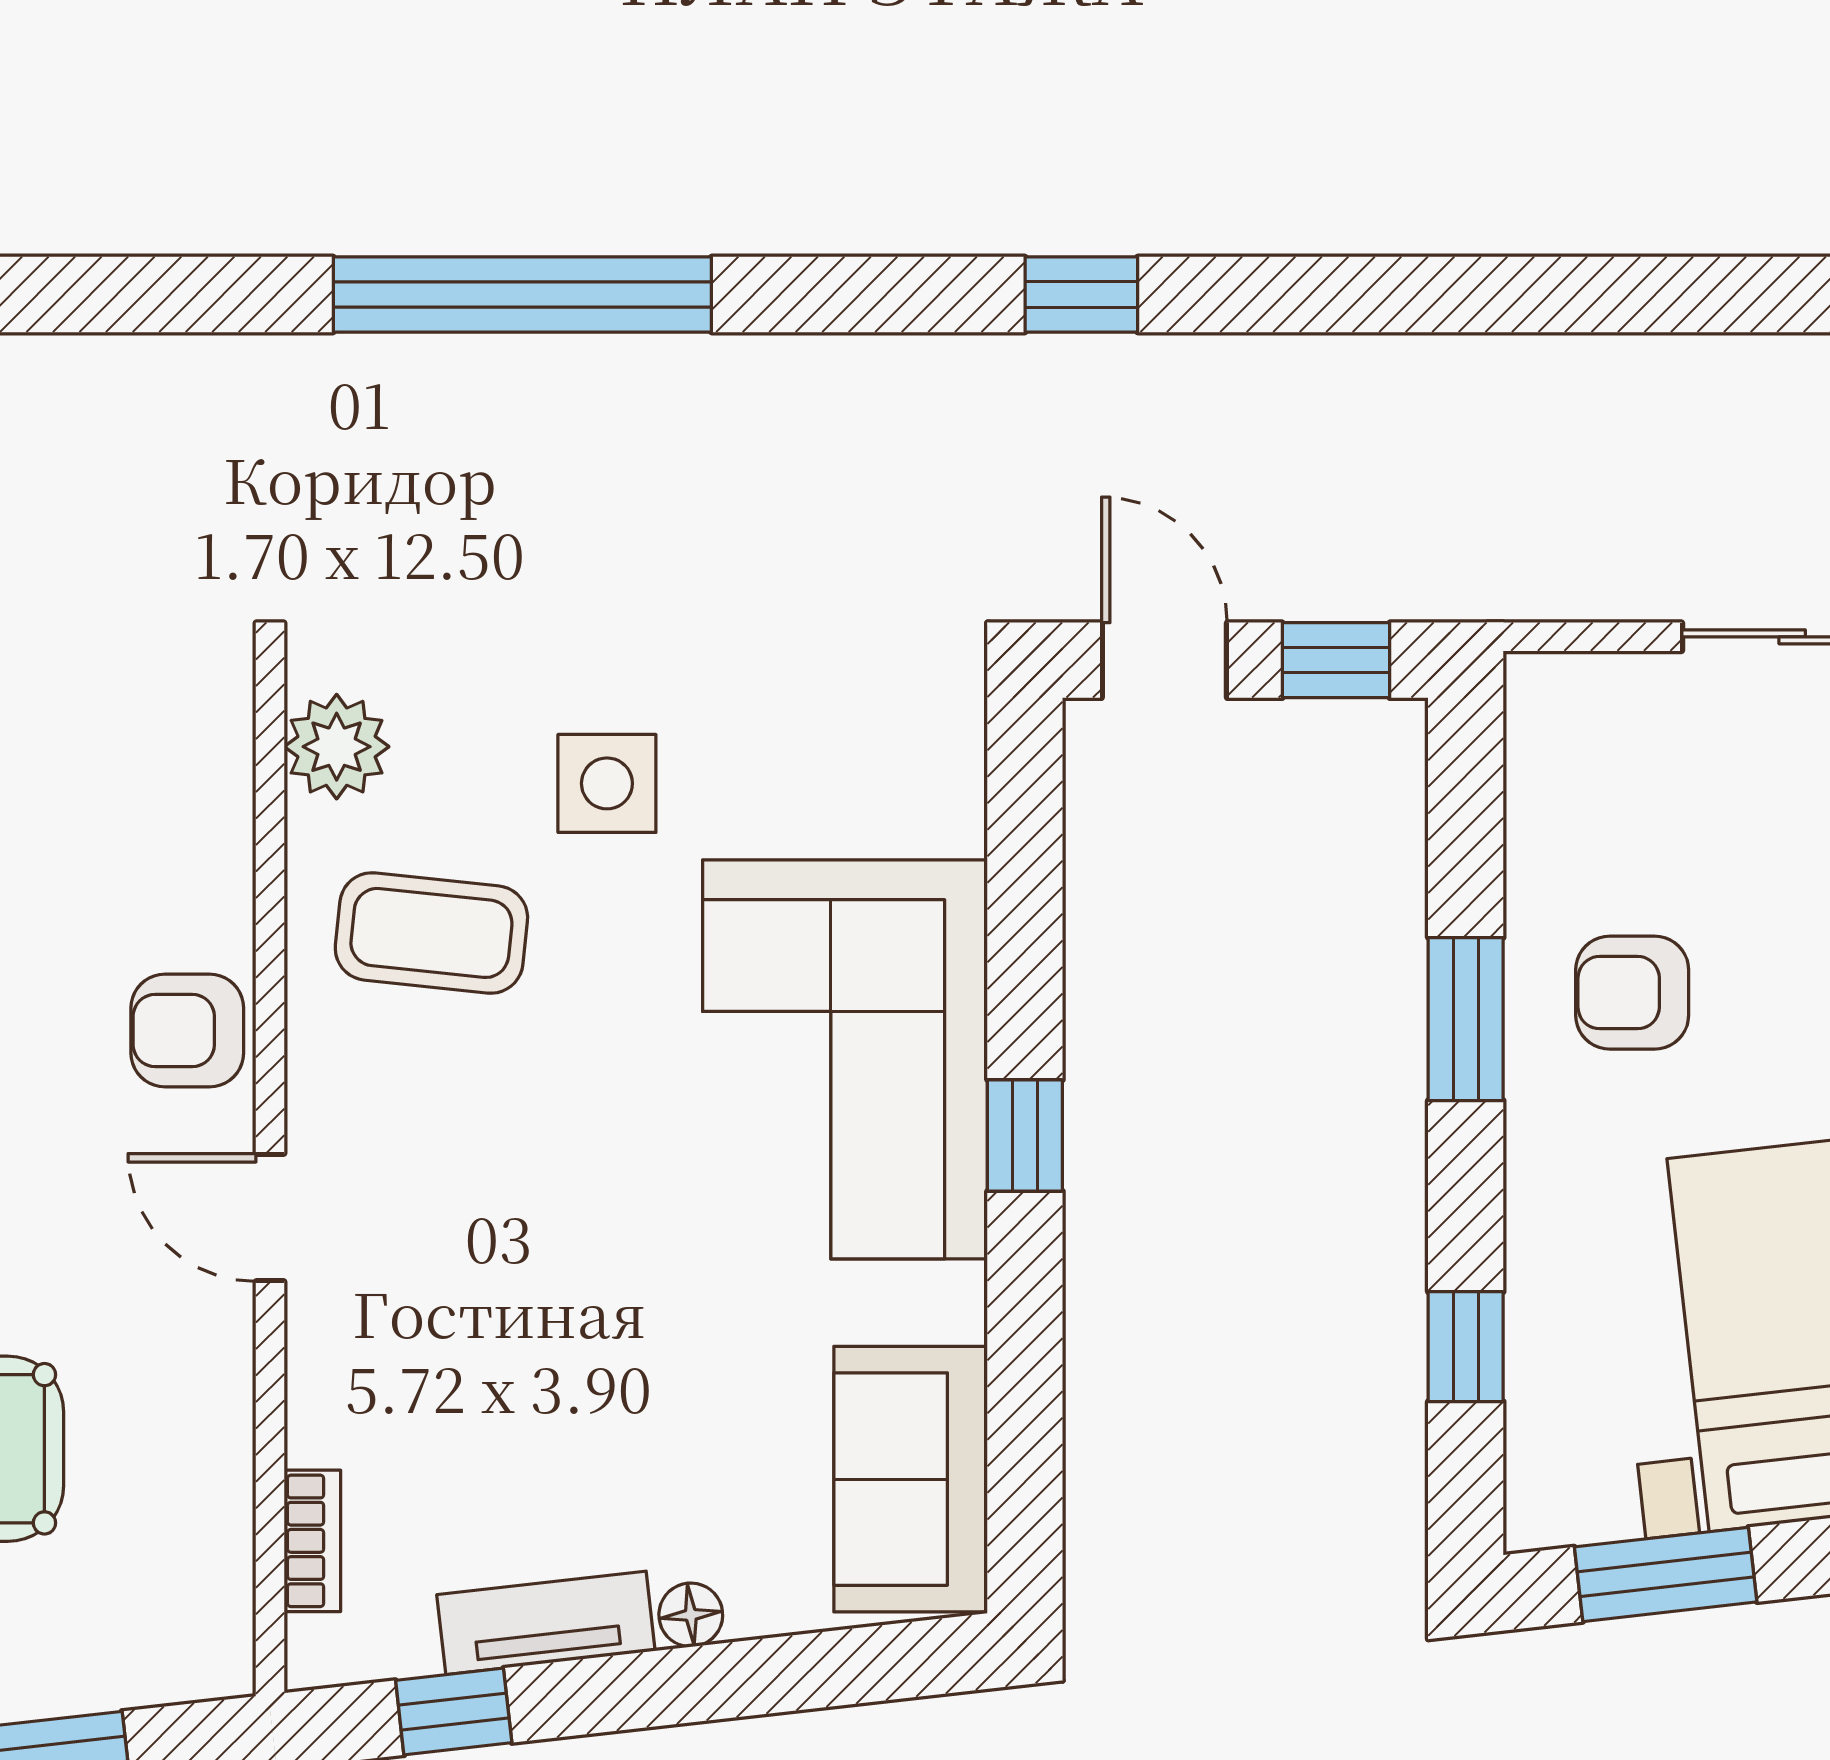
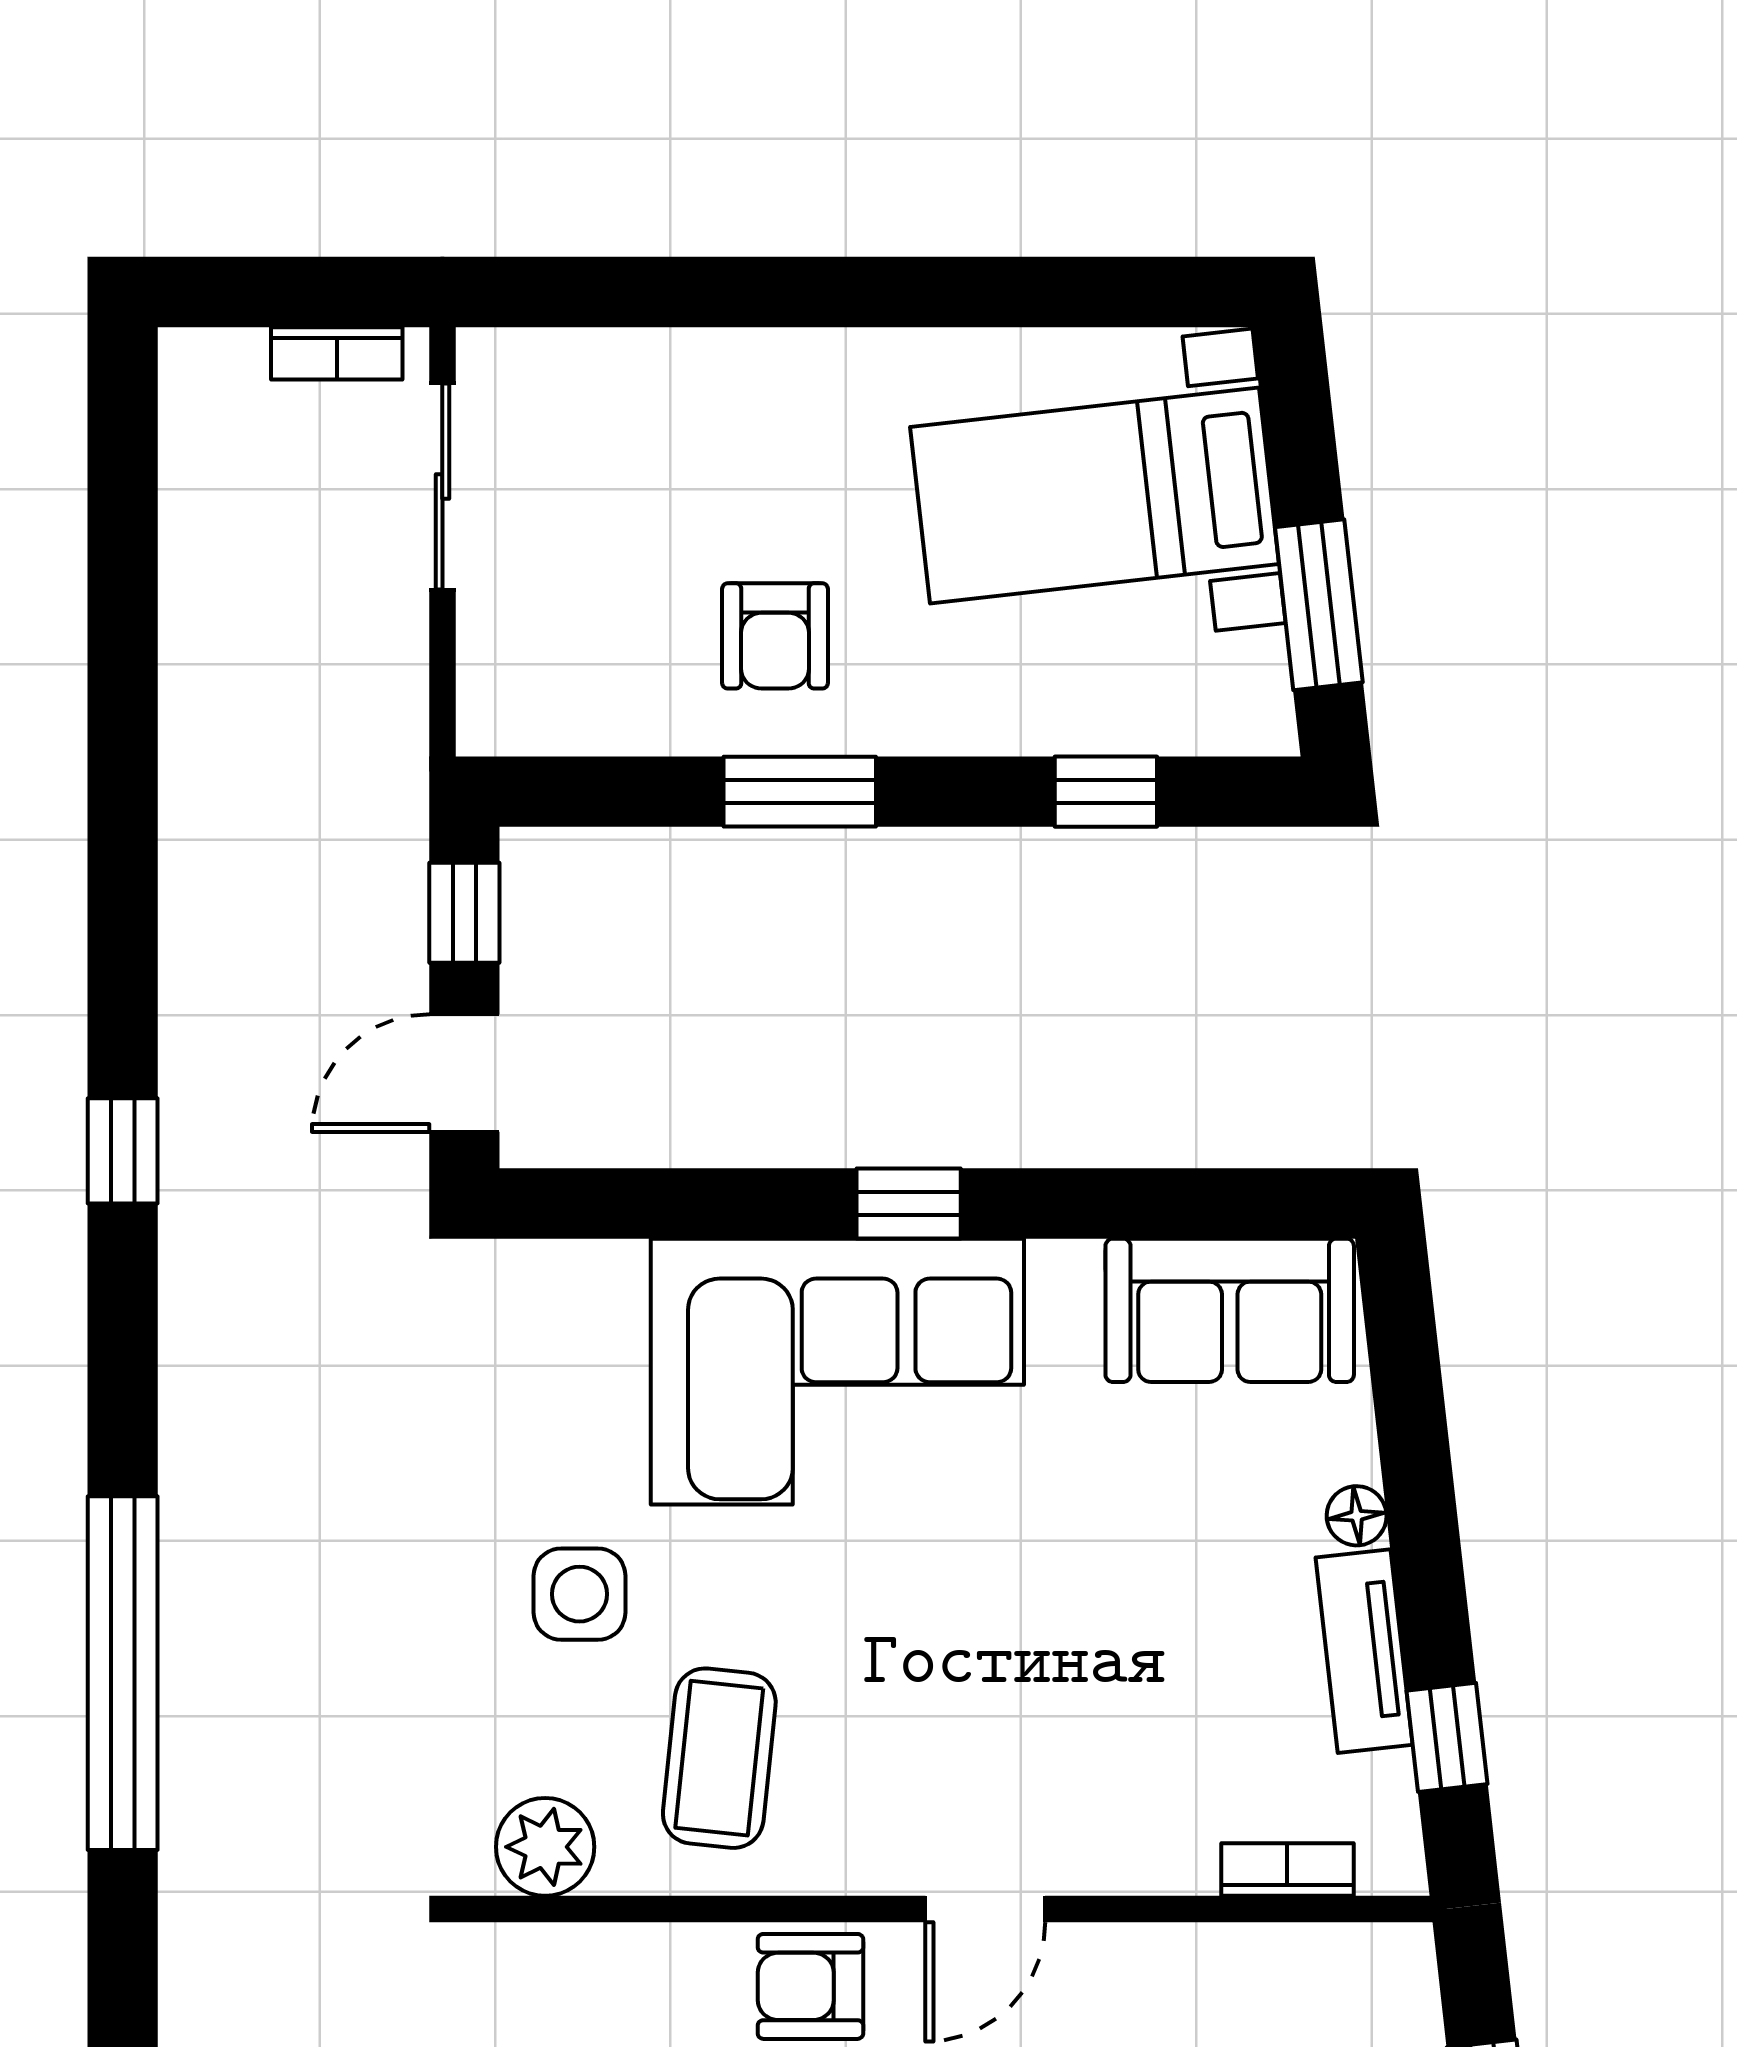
armchair: (187, 1031) -> (810, 1986), turned 90

